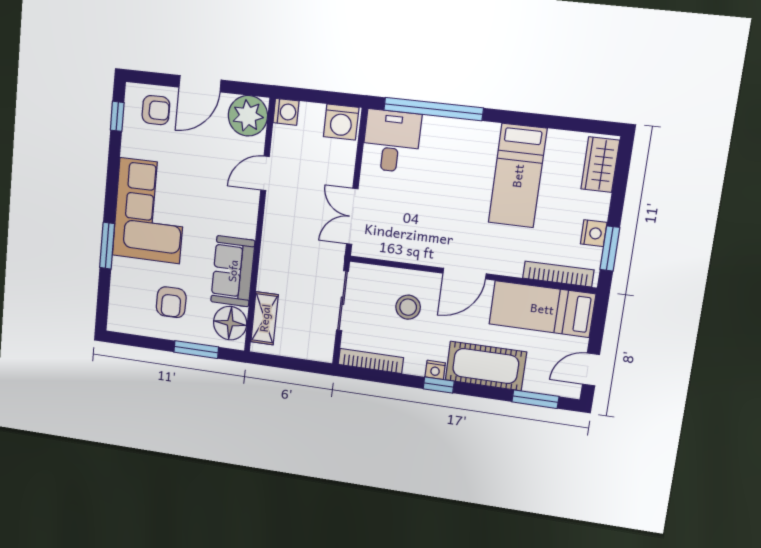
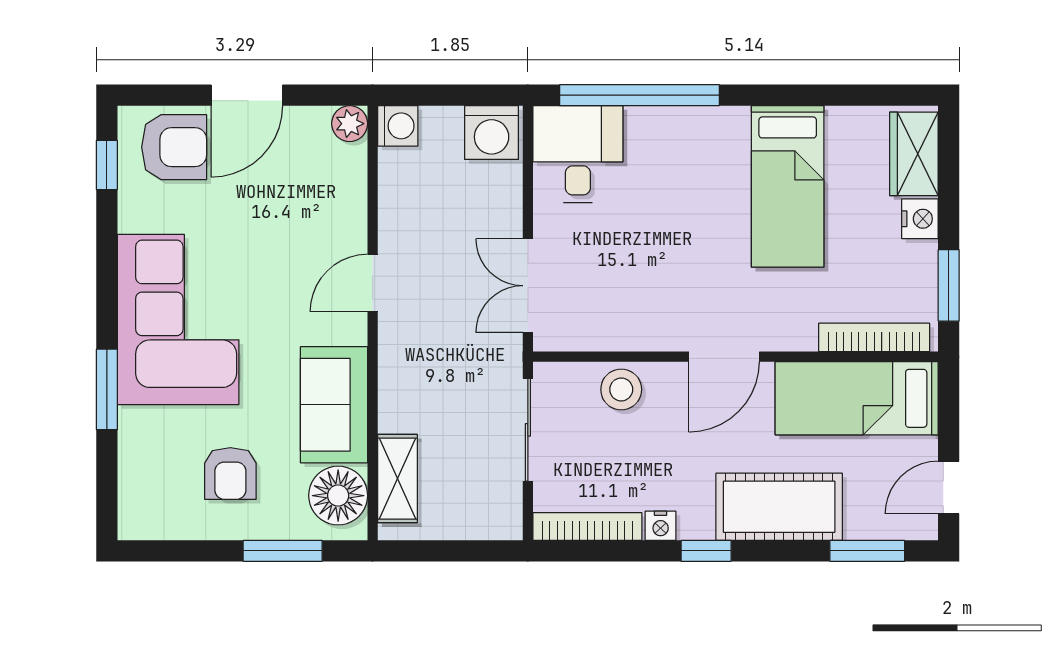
armchair: (156, 110) -> (174, 147), width x1.38, depth x1.38
plant: (248, 116) -> (350, 124), width x0.53, depth x0.53
door: (265, 173) -> (373, 283), moved
nightstand: (594, 233) -> (920, 219), moved
stool: (408, 307) -> (621, 389), moved
nightstand: (435, 370) -> (661, 526), moved

